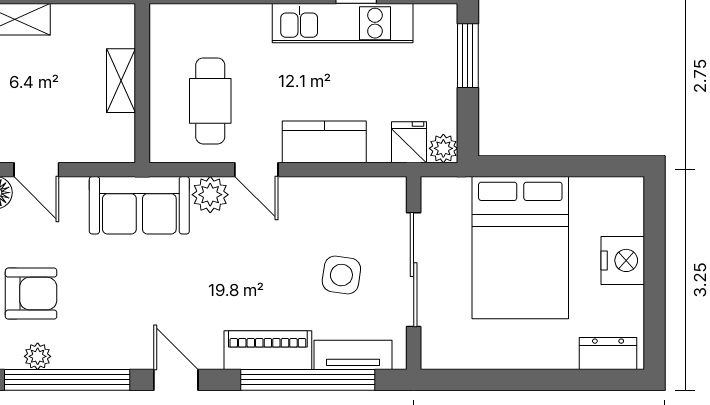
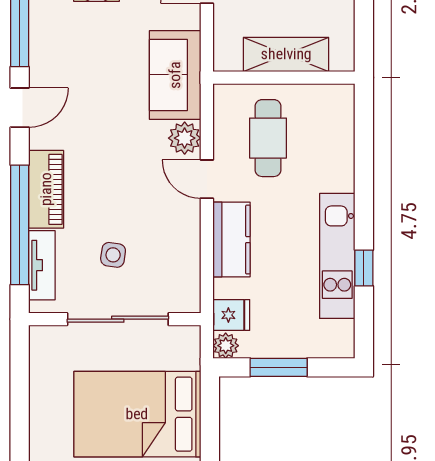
window: (468, 56) -> (279, 367), moved
shelving: (121, 81) -> (286, 54), width x1.50, depth x1.33
cafe table: (210, 101) -> (268, 138), turned 90
door: (256, 170) -> (207, 179), hinge flipped
side table: (341, 275) -> (113, 255), width x0.73, depth x0.73

